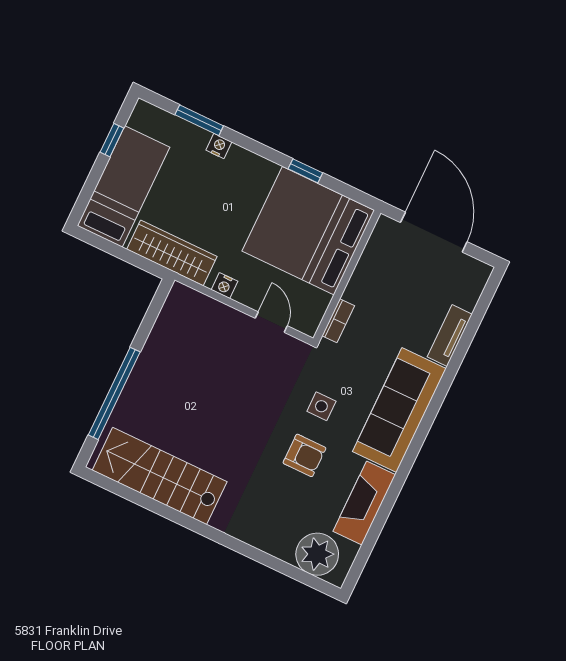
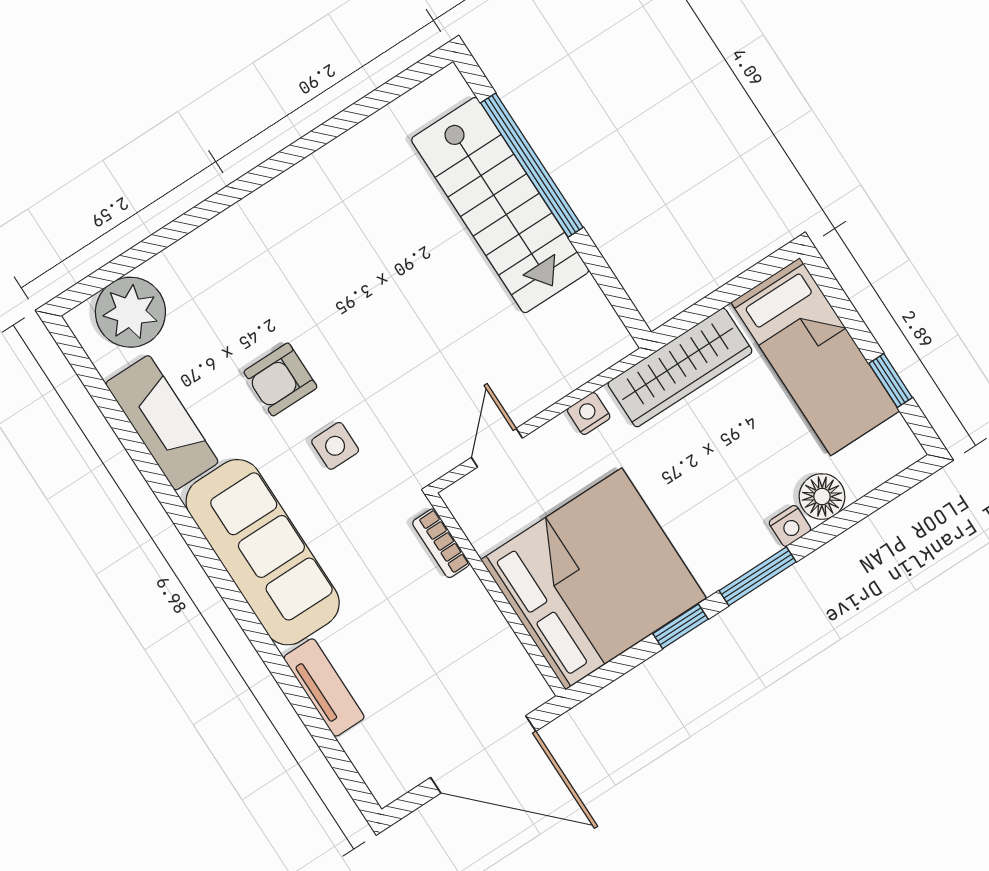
window: (199, 120) -> (758, 576), moved
floor lamp: (194, 139) -> (822, 497), added
door: (271, 322) -> (497, 448), swing flipped
stairs: (160, 476) -> (500, 205), moved, turned 90

